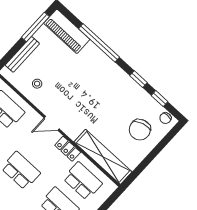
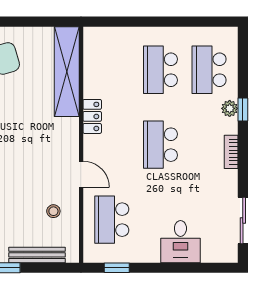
door: (52, 123) -> (81, 174), moved
school desk: (83, 181) -> (112, 70), removed

